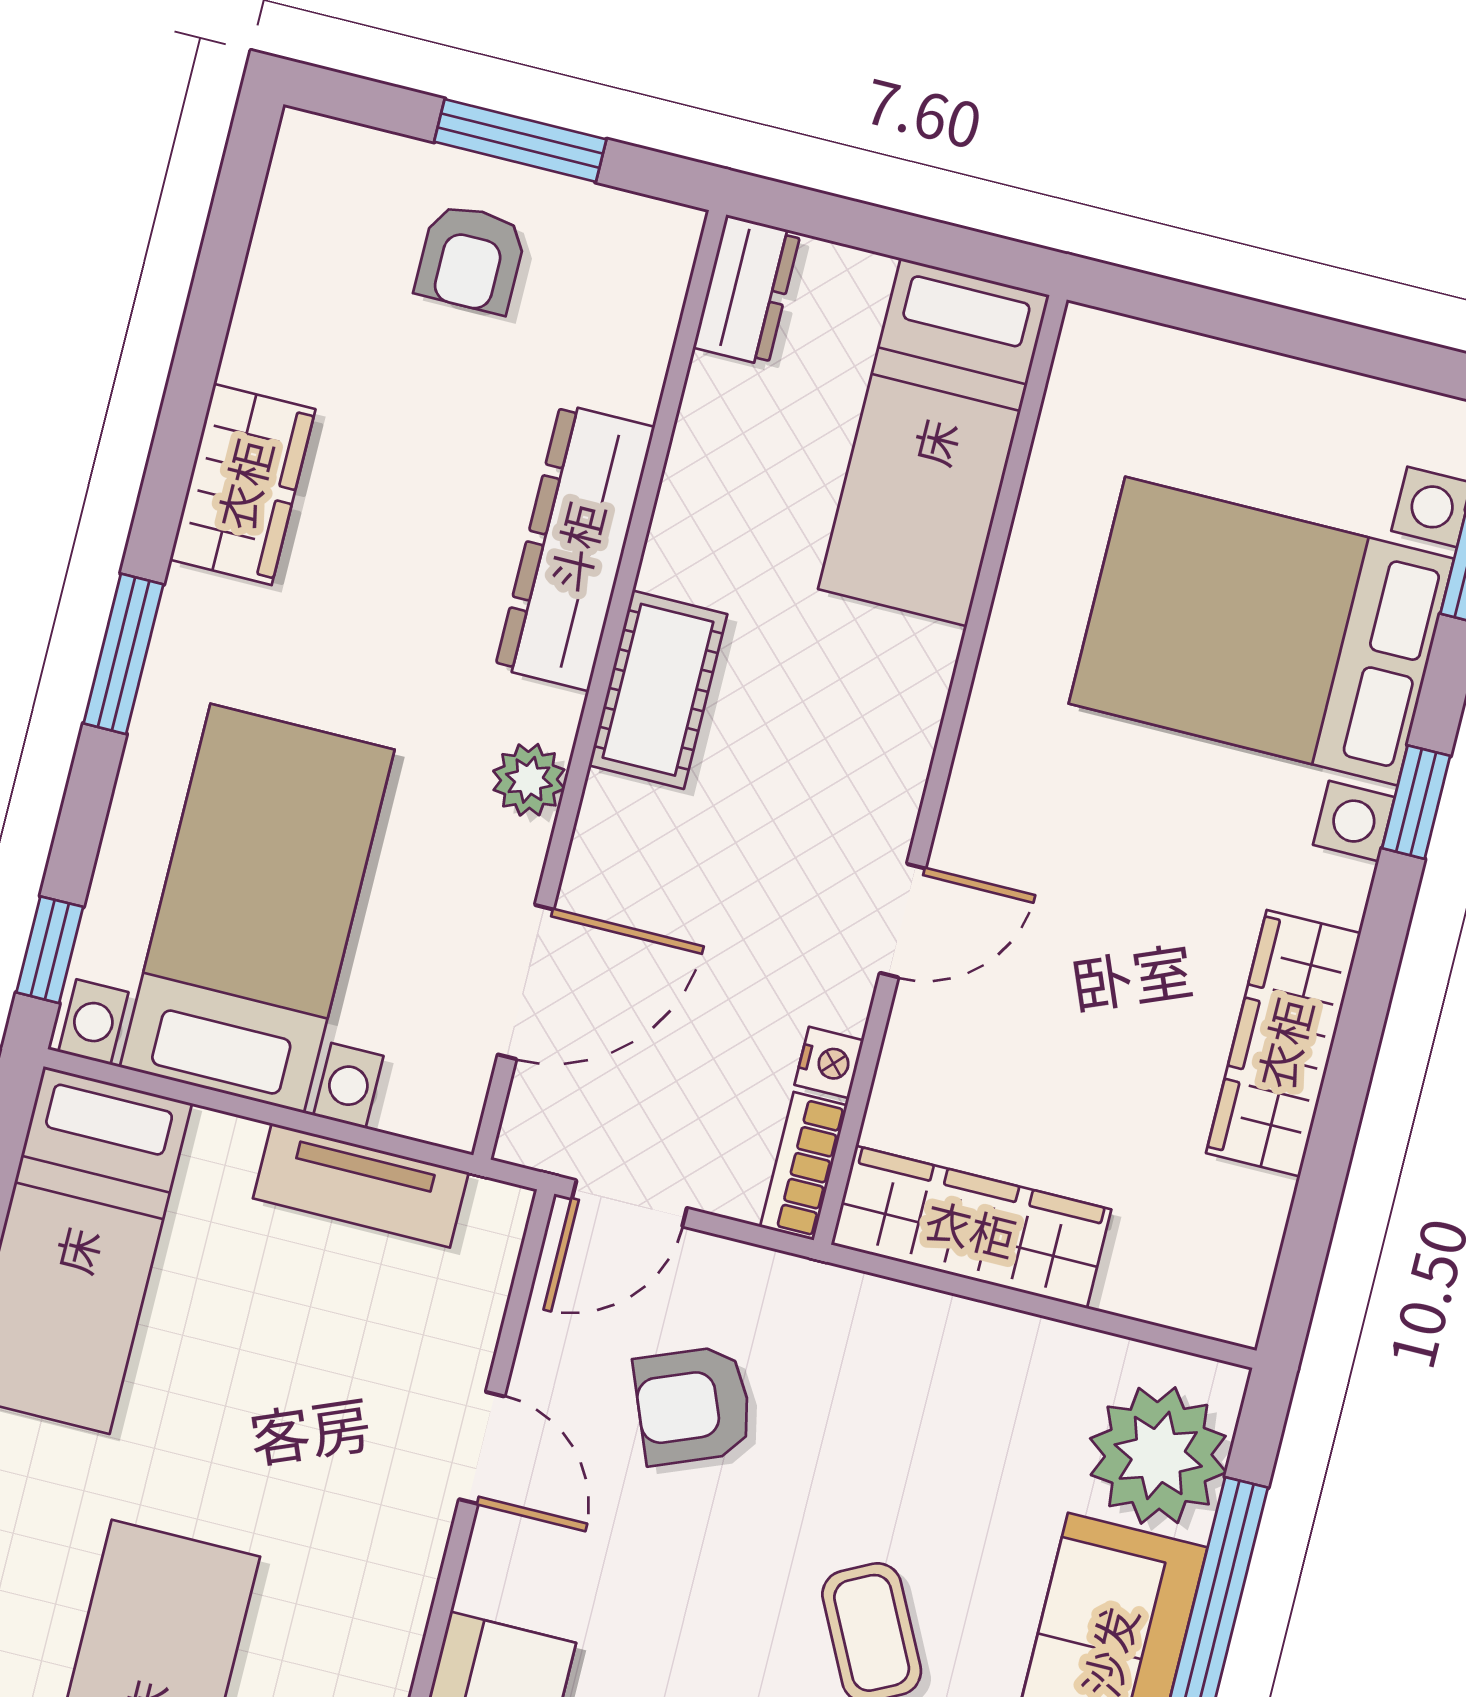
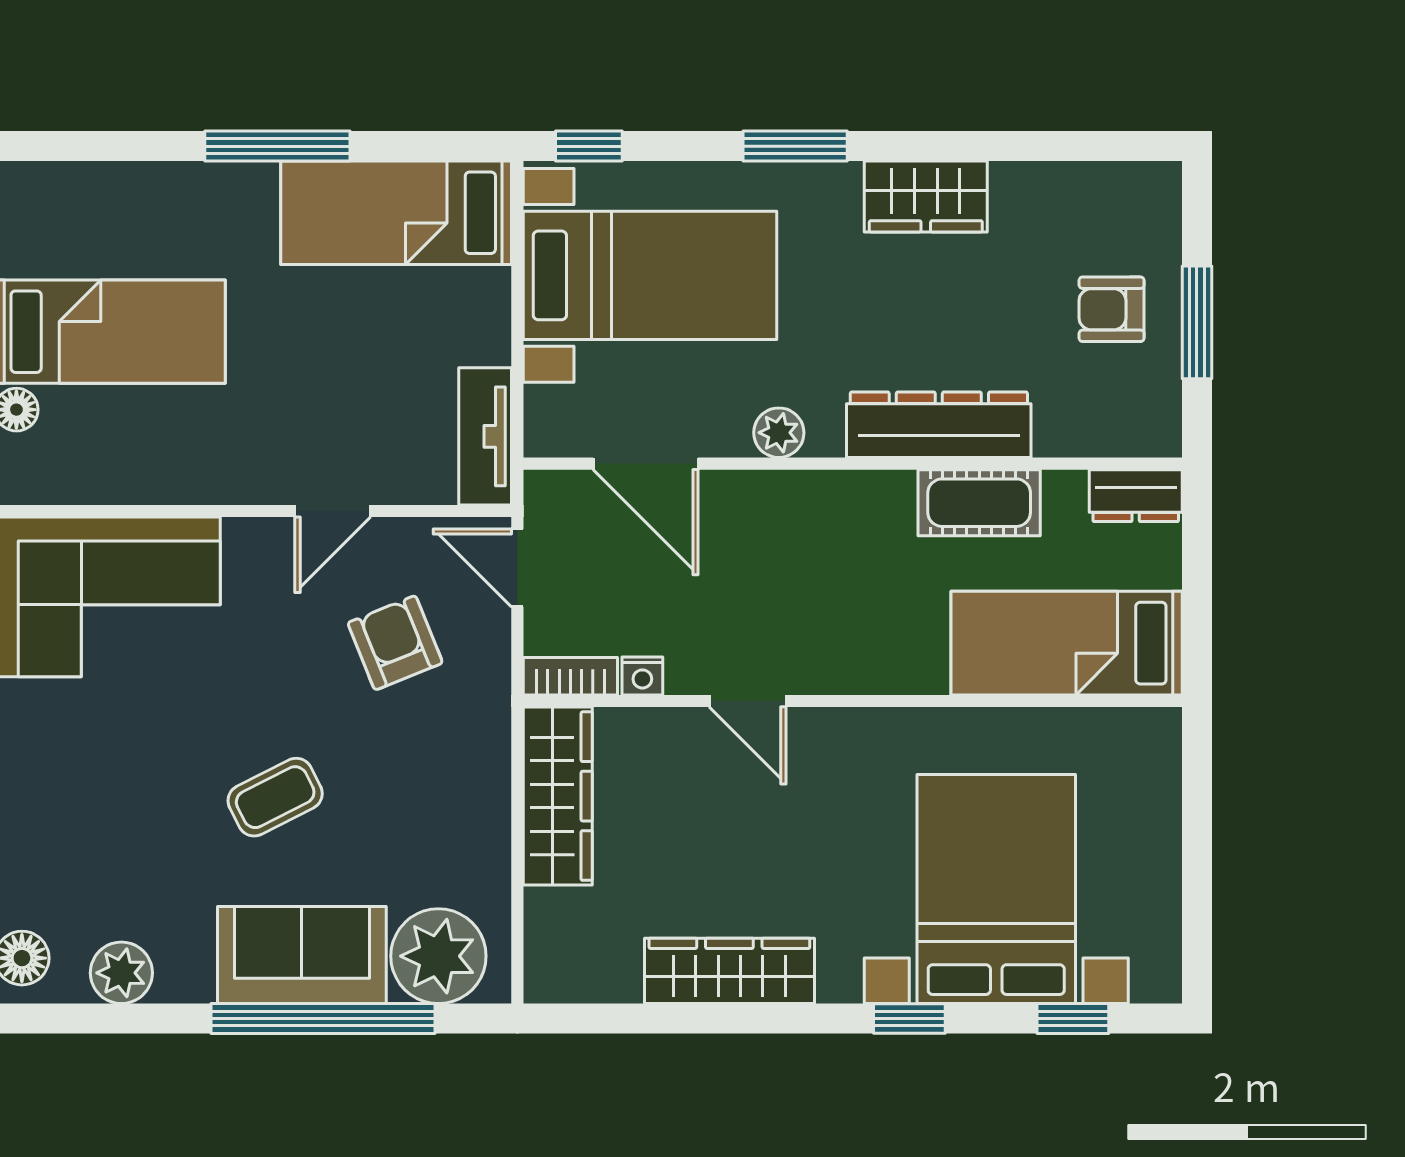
cot: (658, 690) -> (979, 503), moved
tv unit: (361, 1185) -> (485, 436), moved

